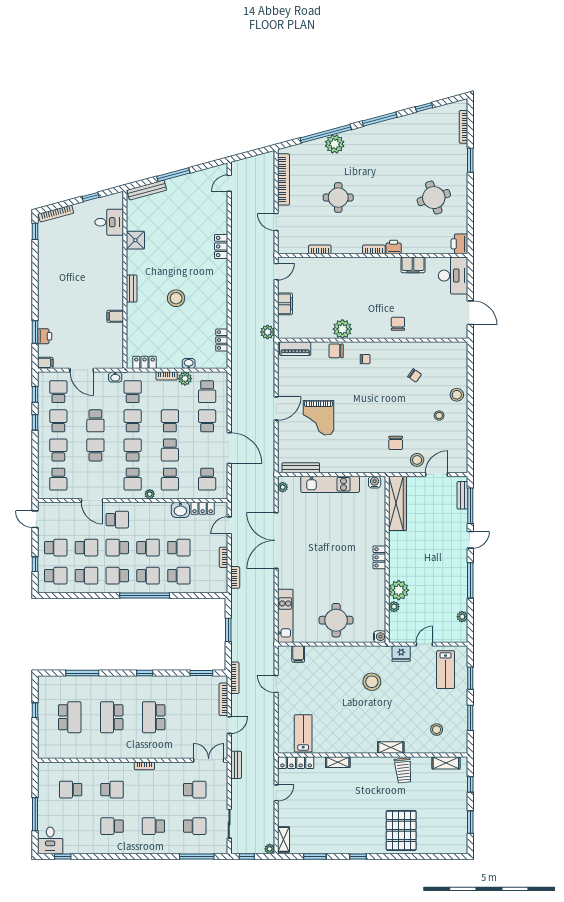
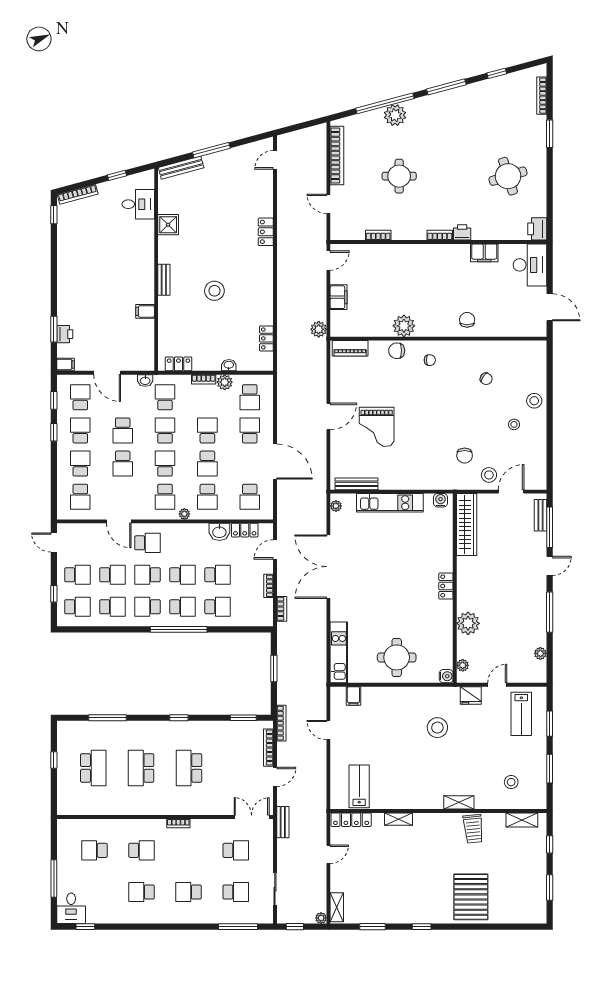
school desk: (95, 450) -> (123, 464), turned 180
plant: (394, 607) -> (463, 665), moved

